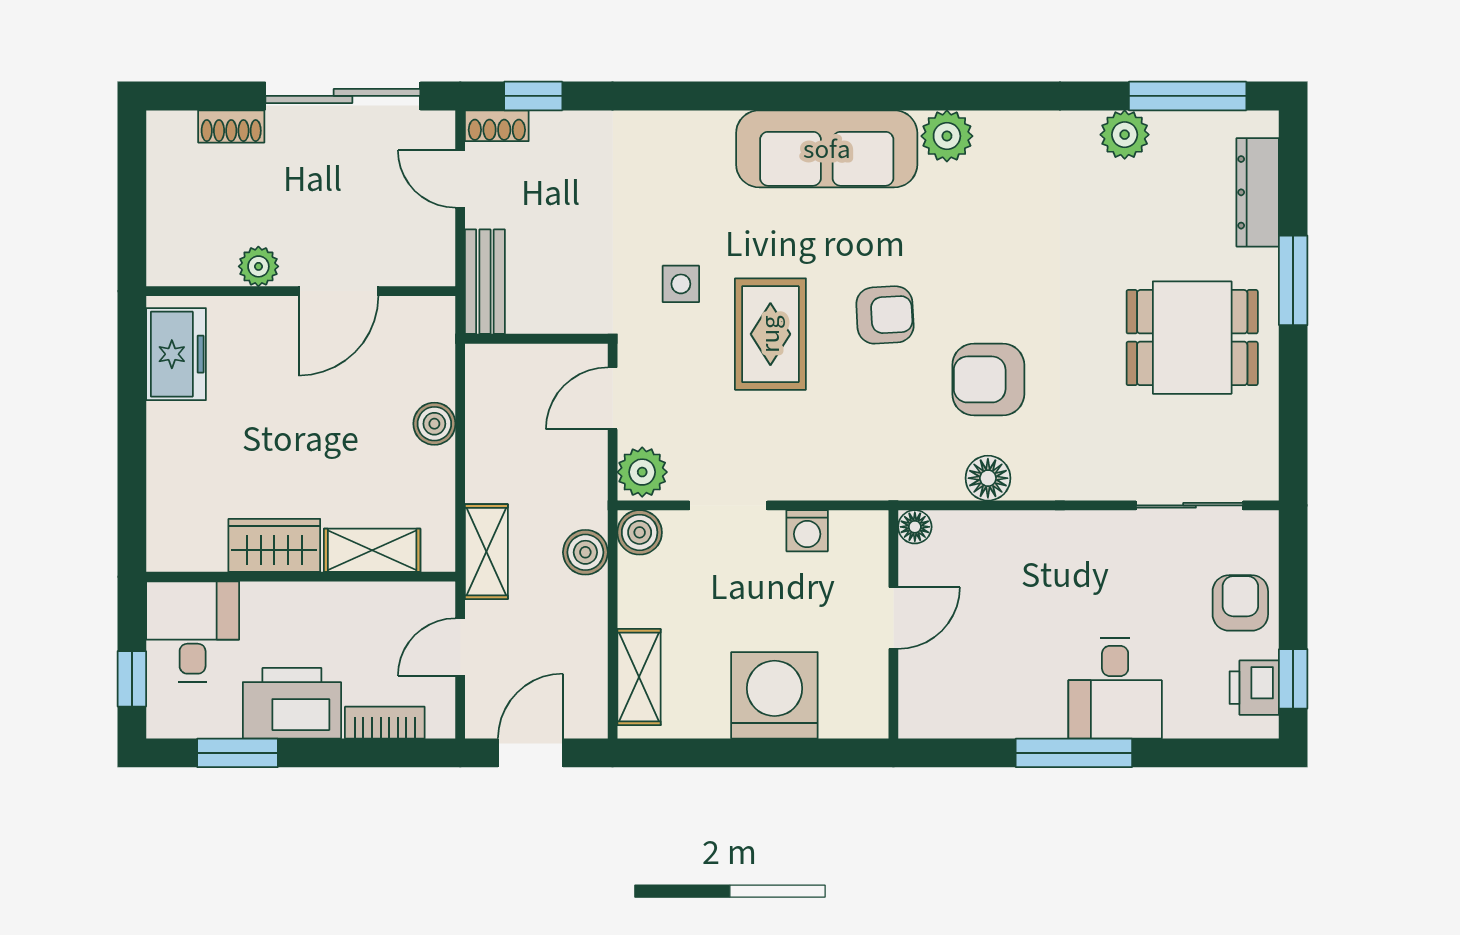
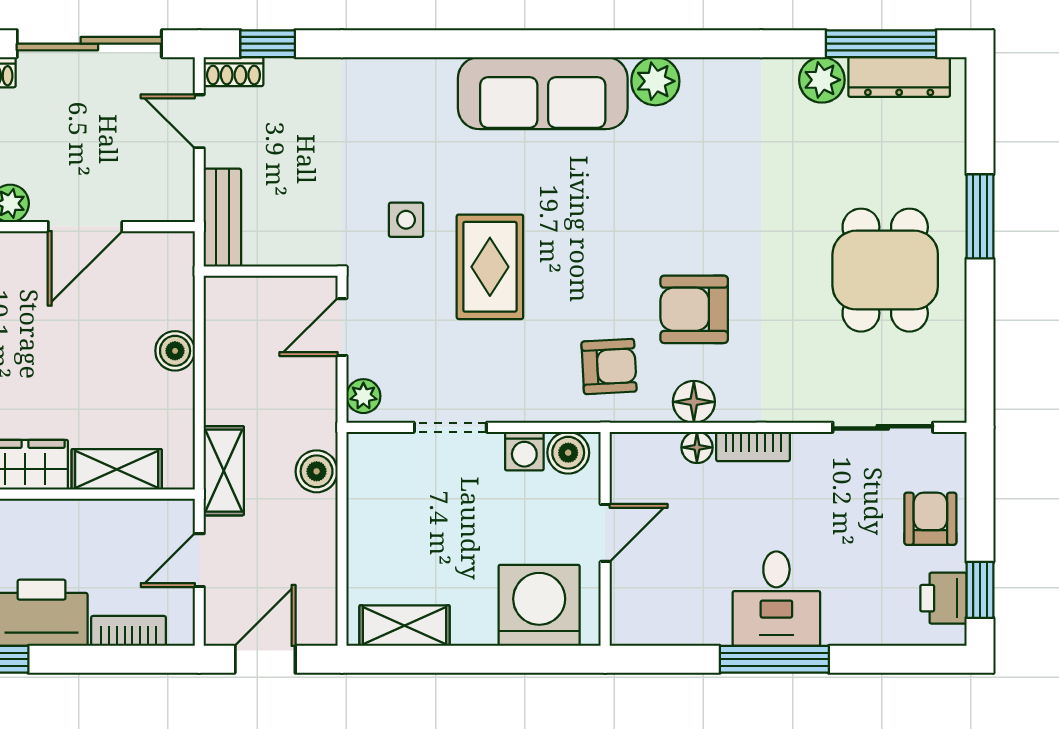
dresser: (1258, 192) -> (899, 77), moved, turned -90
armchair: (885, 315) -> (609, 367), moved
dining table: (1192, 338) -> (885, 270), turned 90
plant: (642, 472) -> (363, 396), width x0.73, depth x0.73
bookcase: (1051, 526) -> (753, 446), added
floor lamp: (915, 527) -> (697, 447), moved
boiler: (640, 532) -> (568, 453), moved
shelving: (639, 677) -> (405, 626), moved, turned 90
desk: (1115, 688) -> (776, 599), moved
washing machine: (774, 695) -> (539, 605), moved

